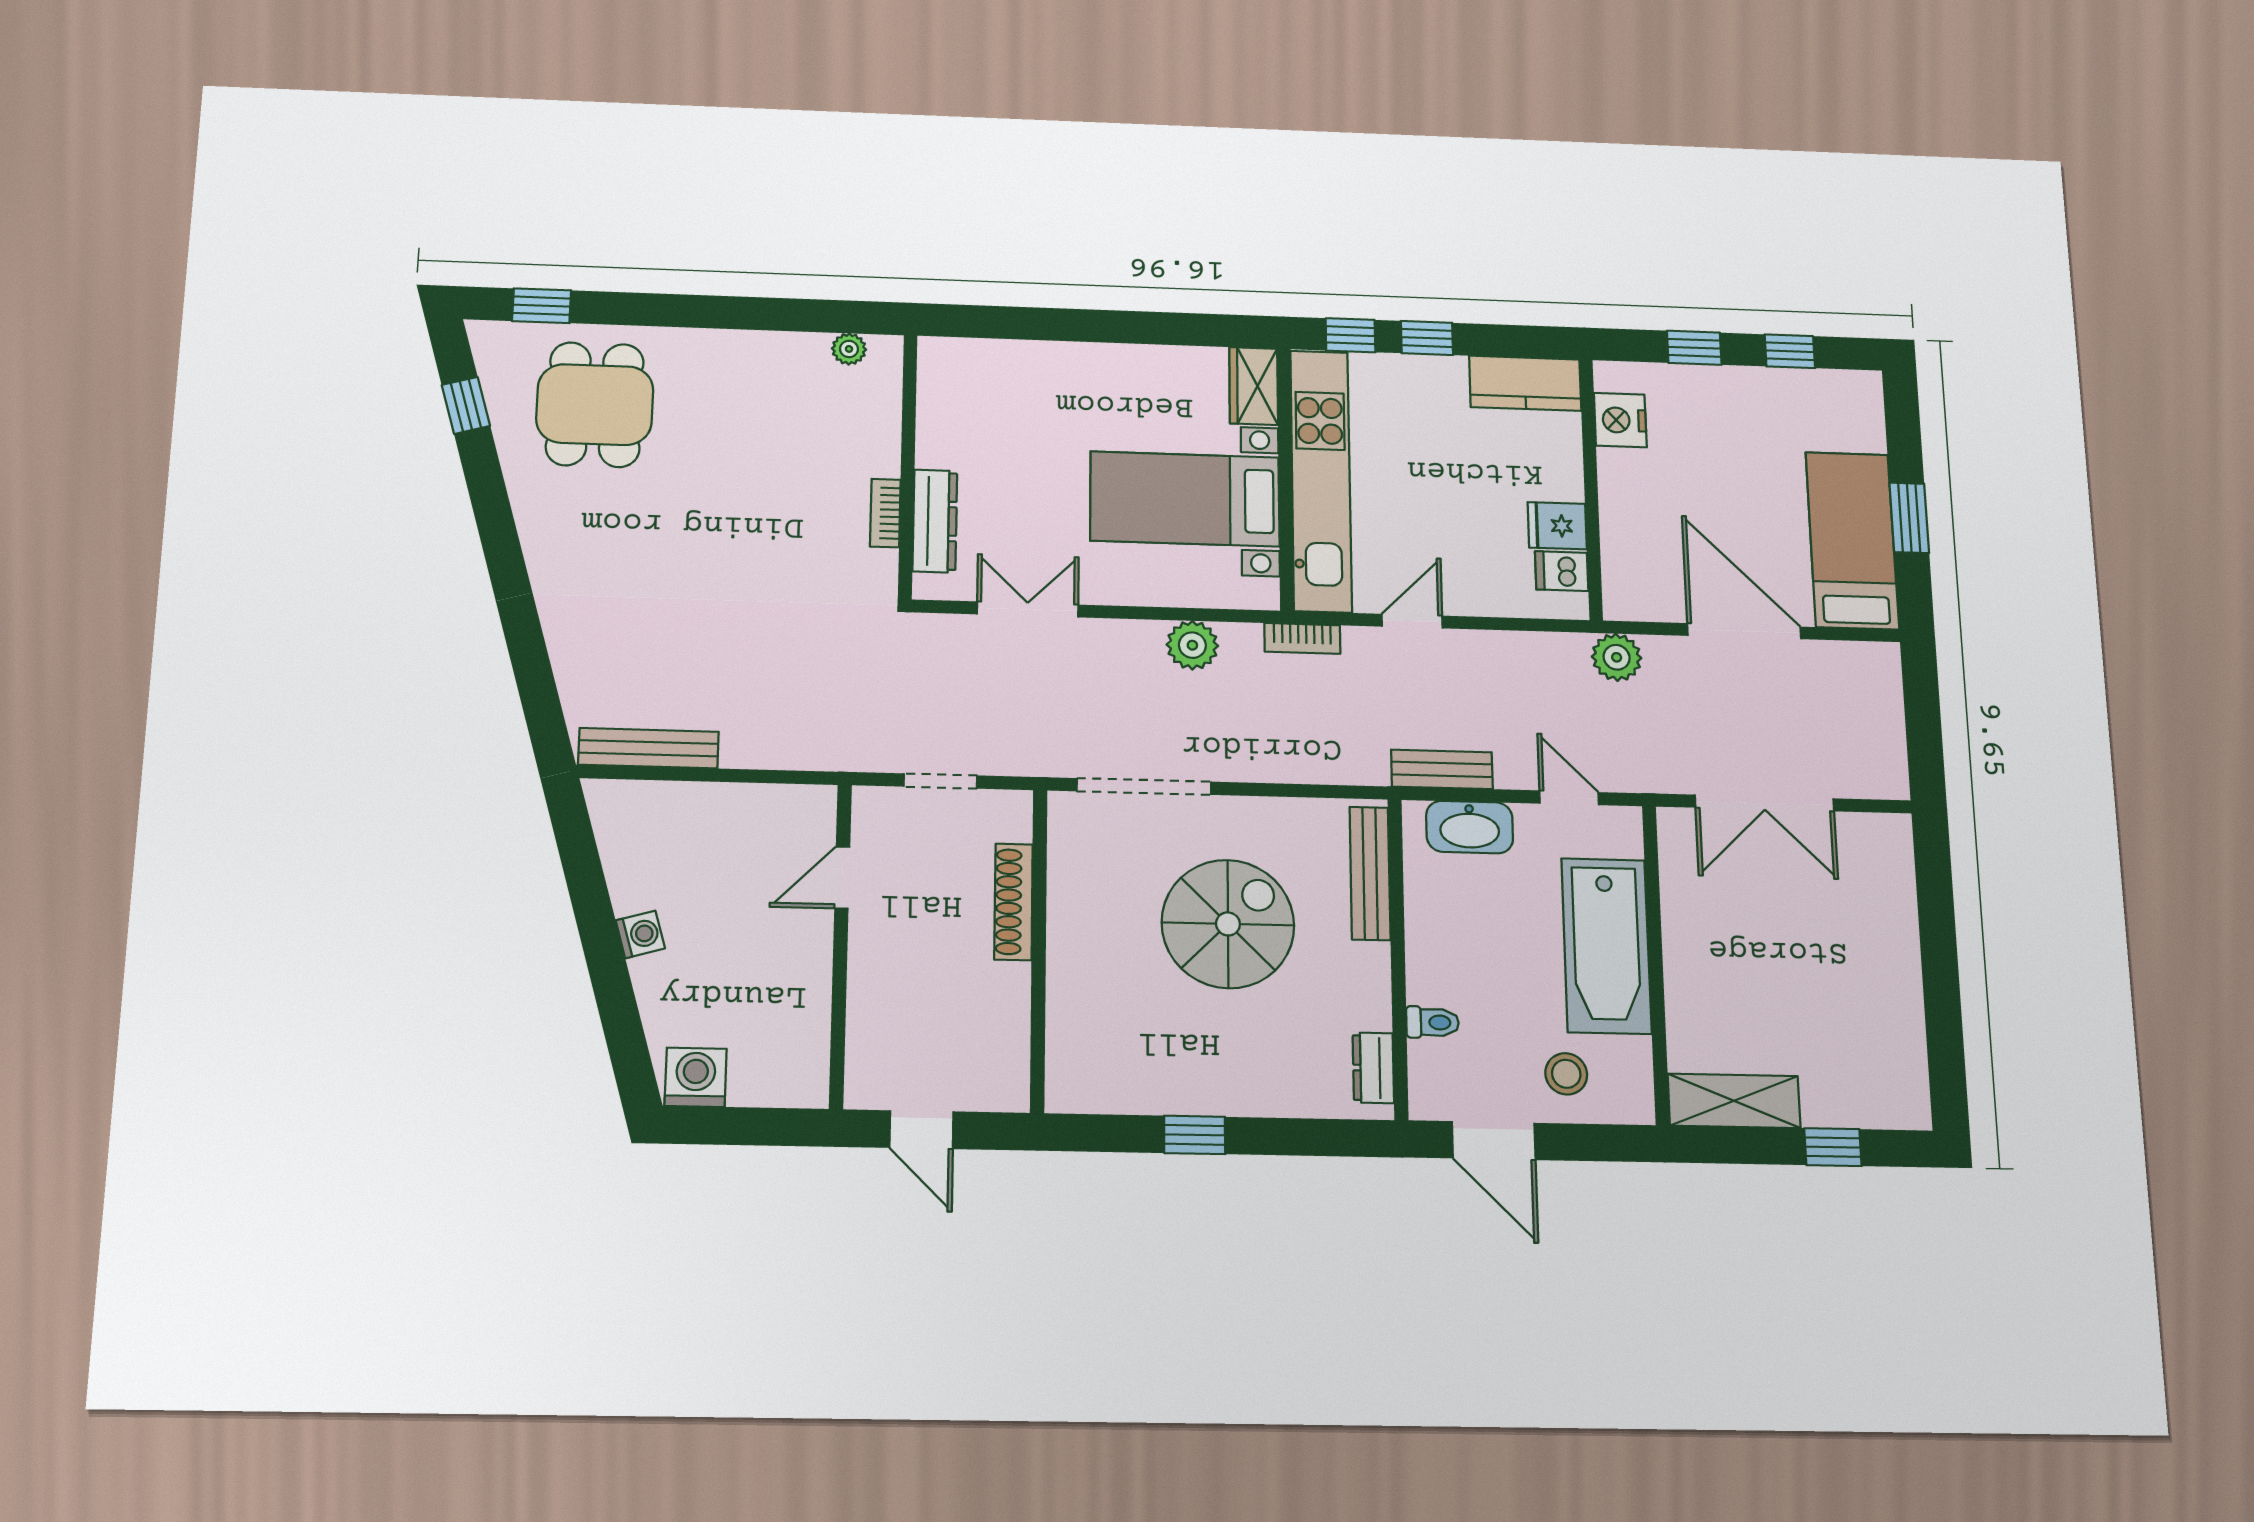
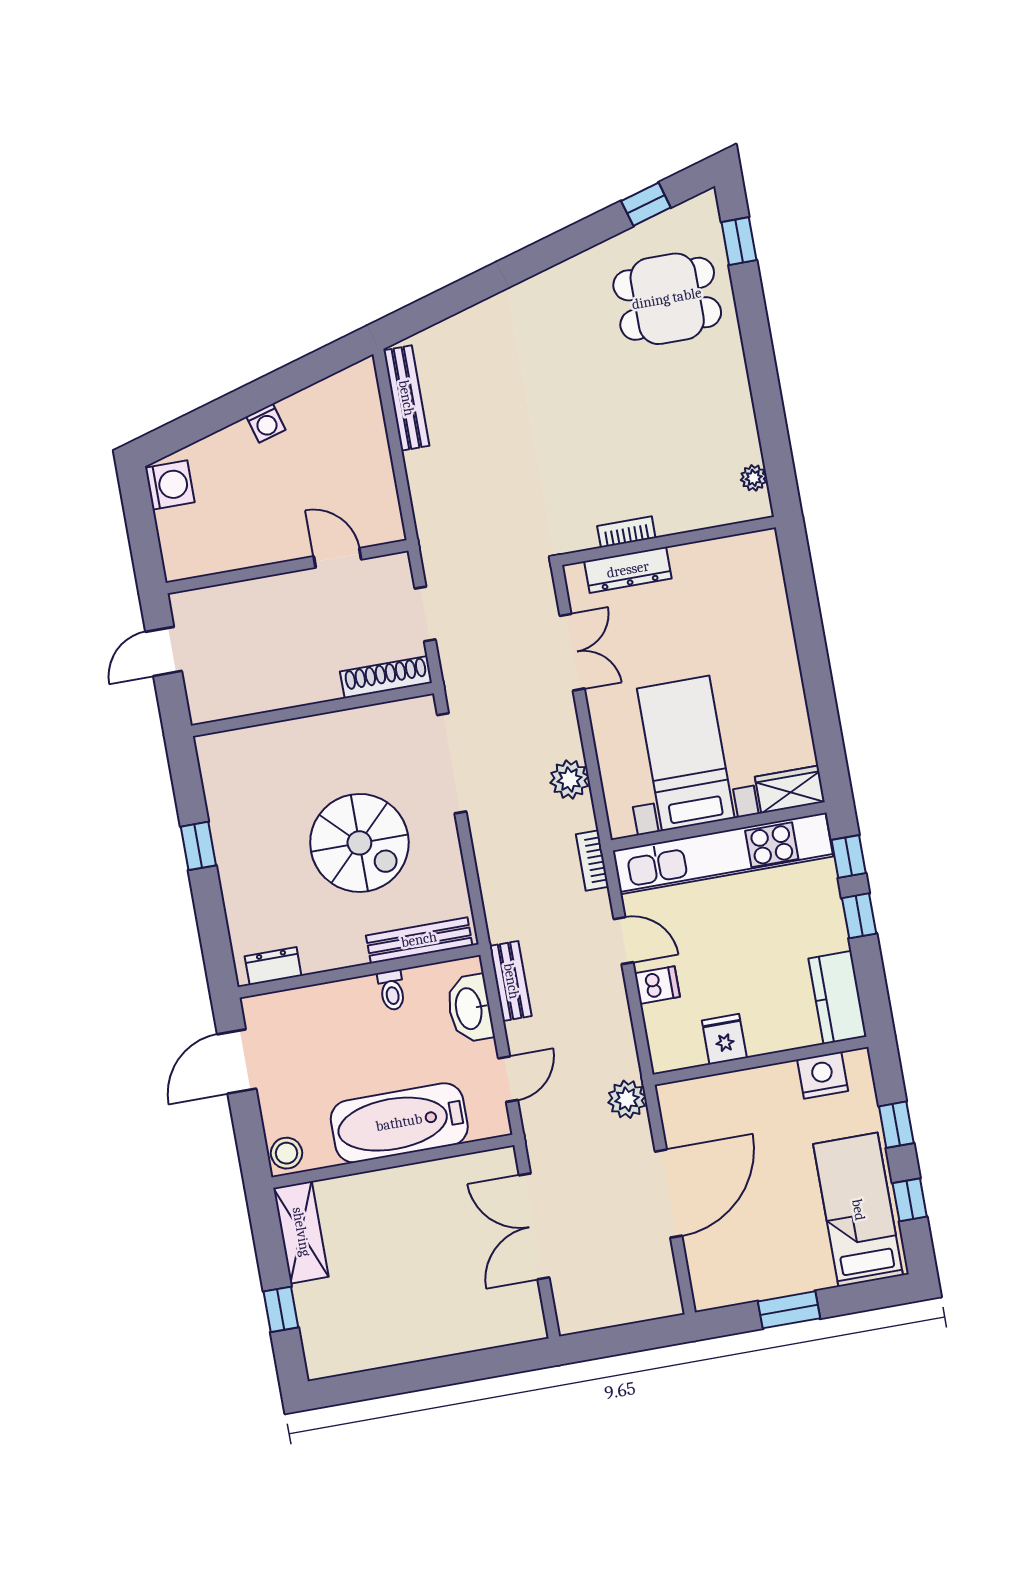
bed: (1852, 540) -> (858, 1210), moved, turned -90
dishwasher: (1562, 571) -> (657, 985), moved, turned 90
shoe rack: (1014, 902) -> (386, 677), moved
toilet: (1433, 1022) -> (392, 990), moved
stool: (1566, 1074) -> (287, 1153), moved

